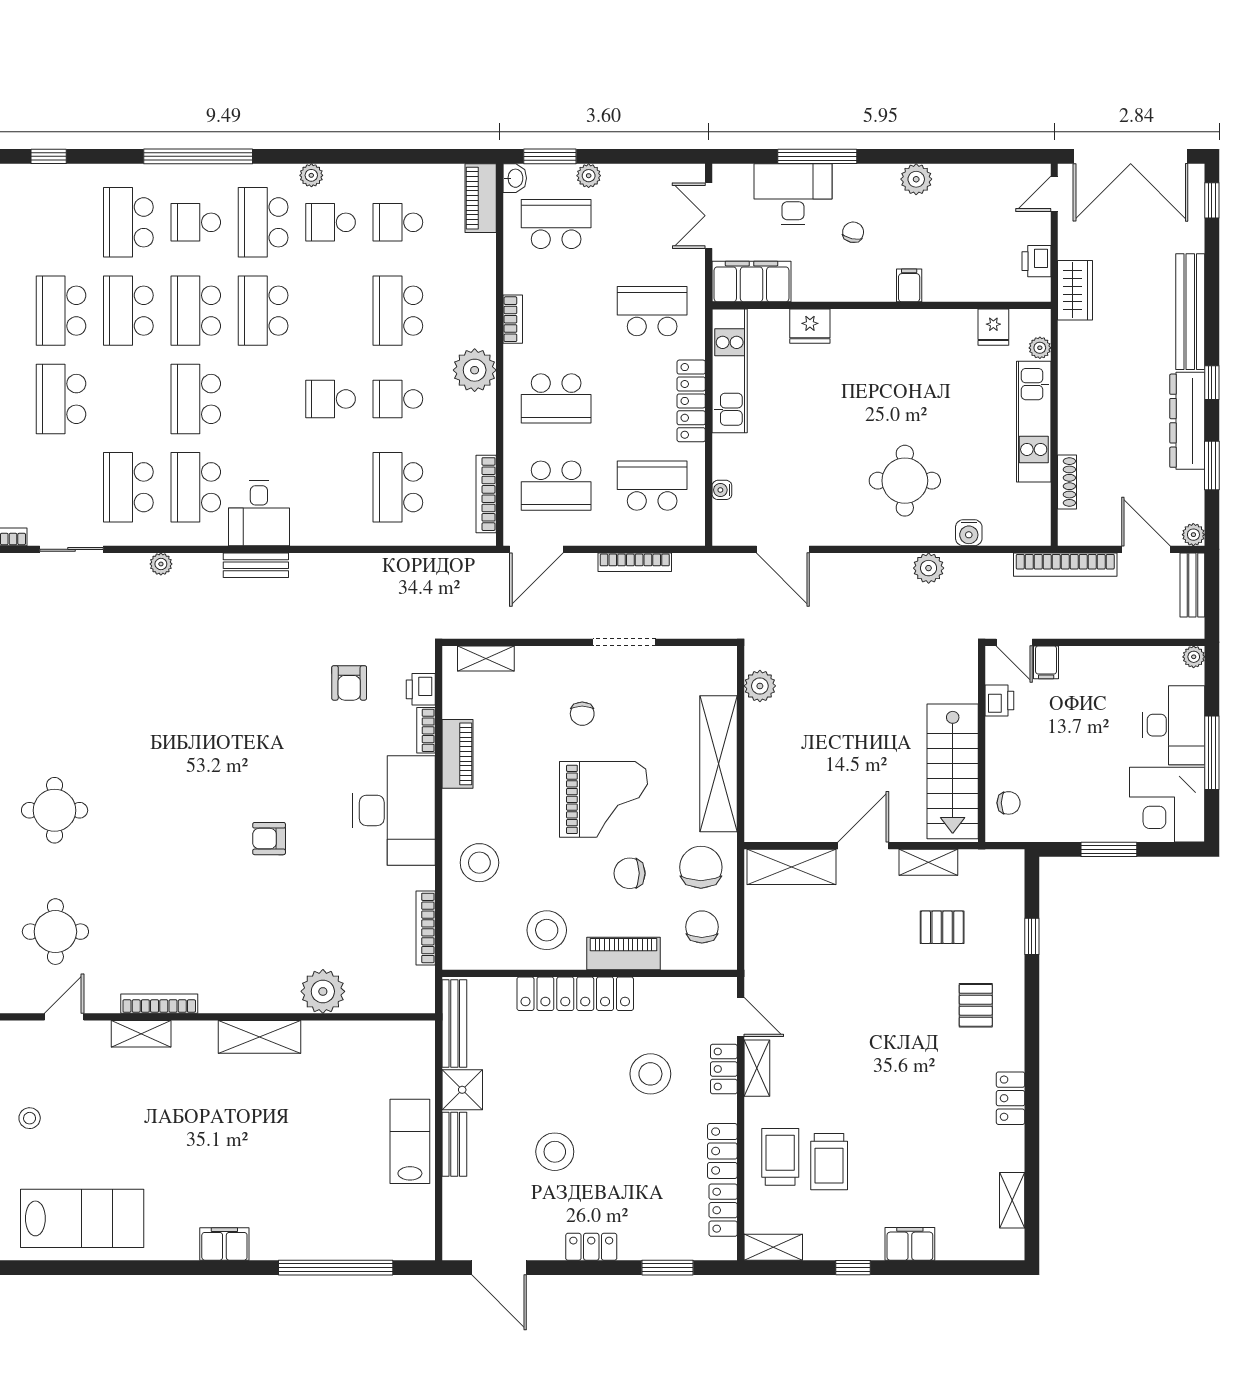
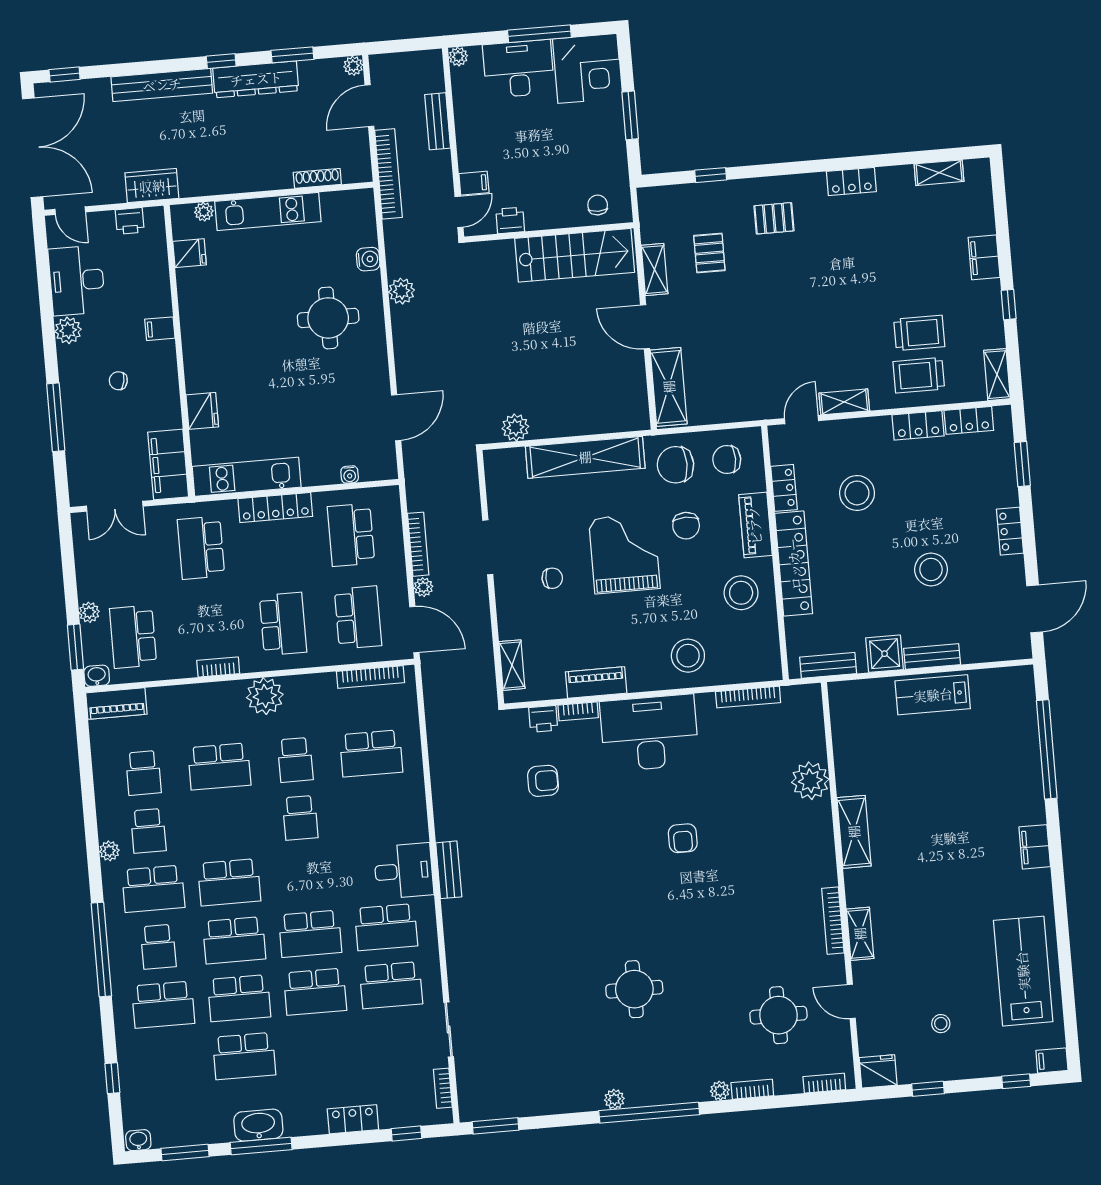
desk: (793, 194) -> (77, 280), moved
school desk: (61, 399) -> (315, 992), moved
plant: (161, 564) -> (423, 587), moved
bench: (1192, 585) -> (438, 121), moved, turned 90
round table: (55, 810) -> (634, 989), moved
bench: (454, 1023) -> (828, 665), width x0.73
locker: (724, 1069) -> (784, 488), moved, turned -90

